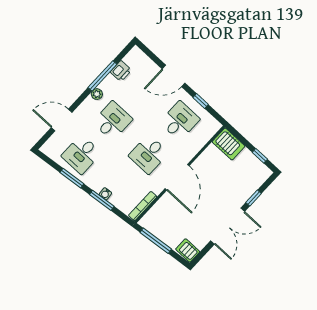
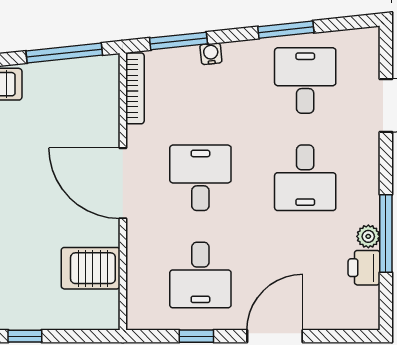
plant: (97, 94) -> (368, 236), moved
server rack: (229, 144) -> (91, 268), moved
window: (102, 200) -> (179, 41), moved

